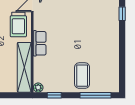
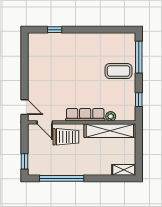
row of seats: (40, 43) -> (85, 115), width x1.48
plant: (38, 88) -> (111, 116), moved

